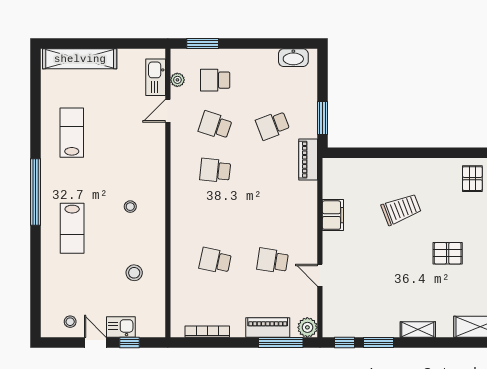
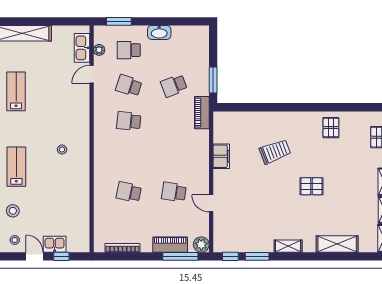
washbasin: (293, 58) -> (159, 32), moved
lab bench: (72, 228) -> (16, 167), turned 180
stool: (134, 273) -> (13, 211), moved

